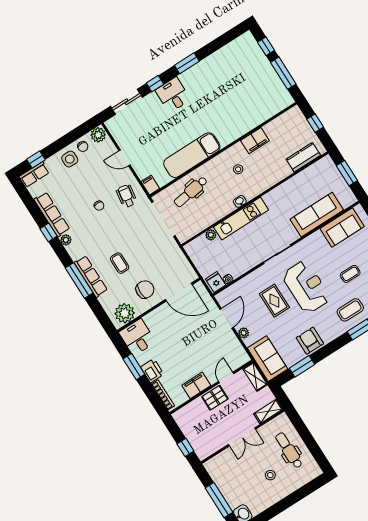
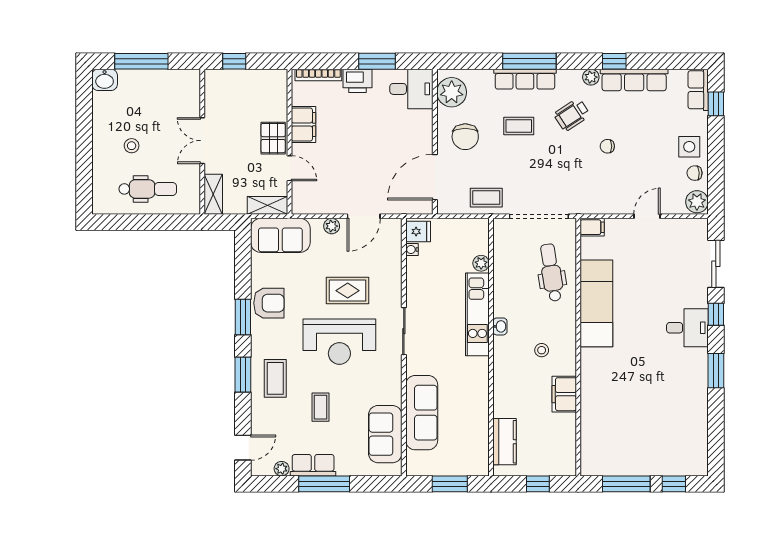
wheelchair: (127, 196) -> (572, 115), moved, turned 138
coffee table: (172, 256) -> (486, 198), added
door: (227, 318) -> (364, 216), hinge flipped
window: (302, 366) -> (243, 317), moved

